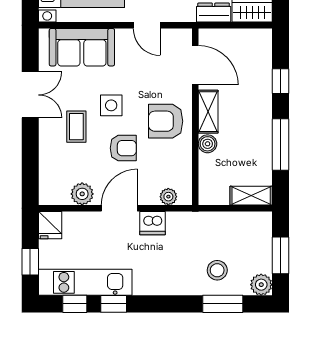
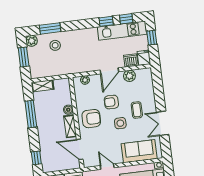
window: (280, 81) -> (36, 158), moved
dishwasher: (153, 223) -> (131, 60), moved

